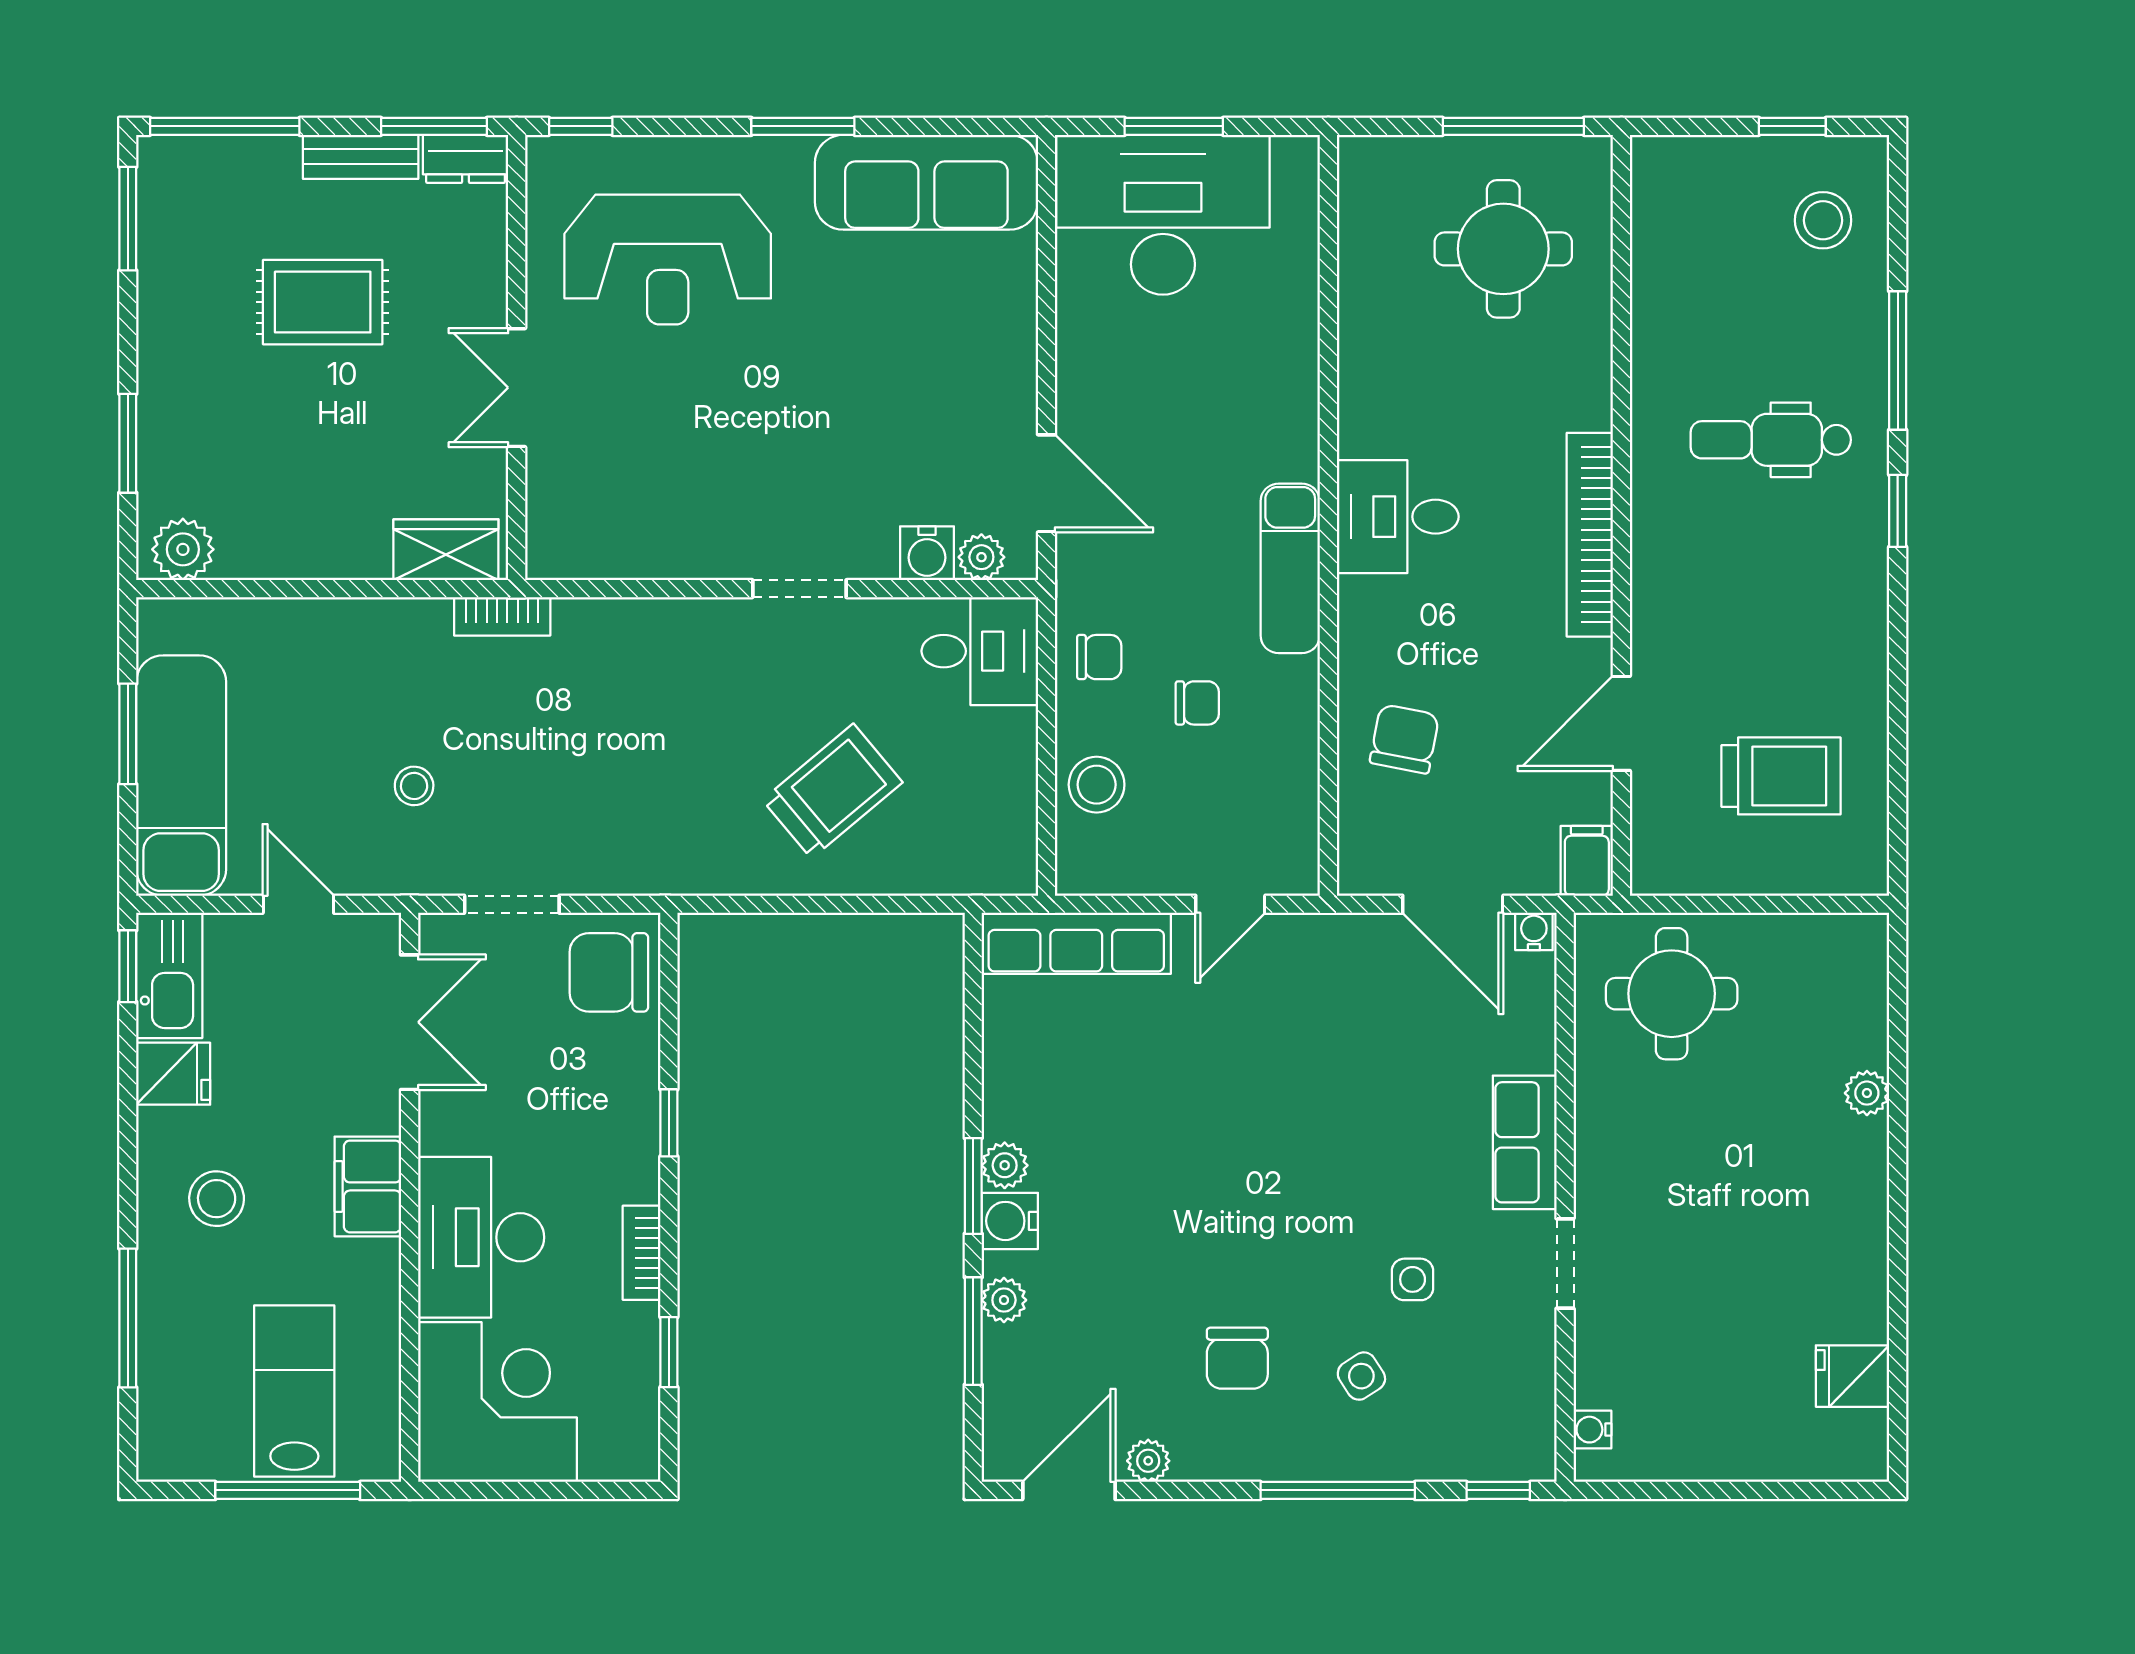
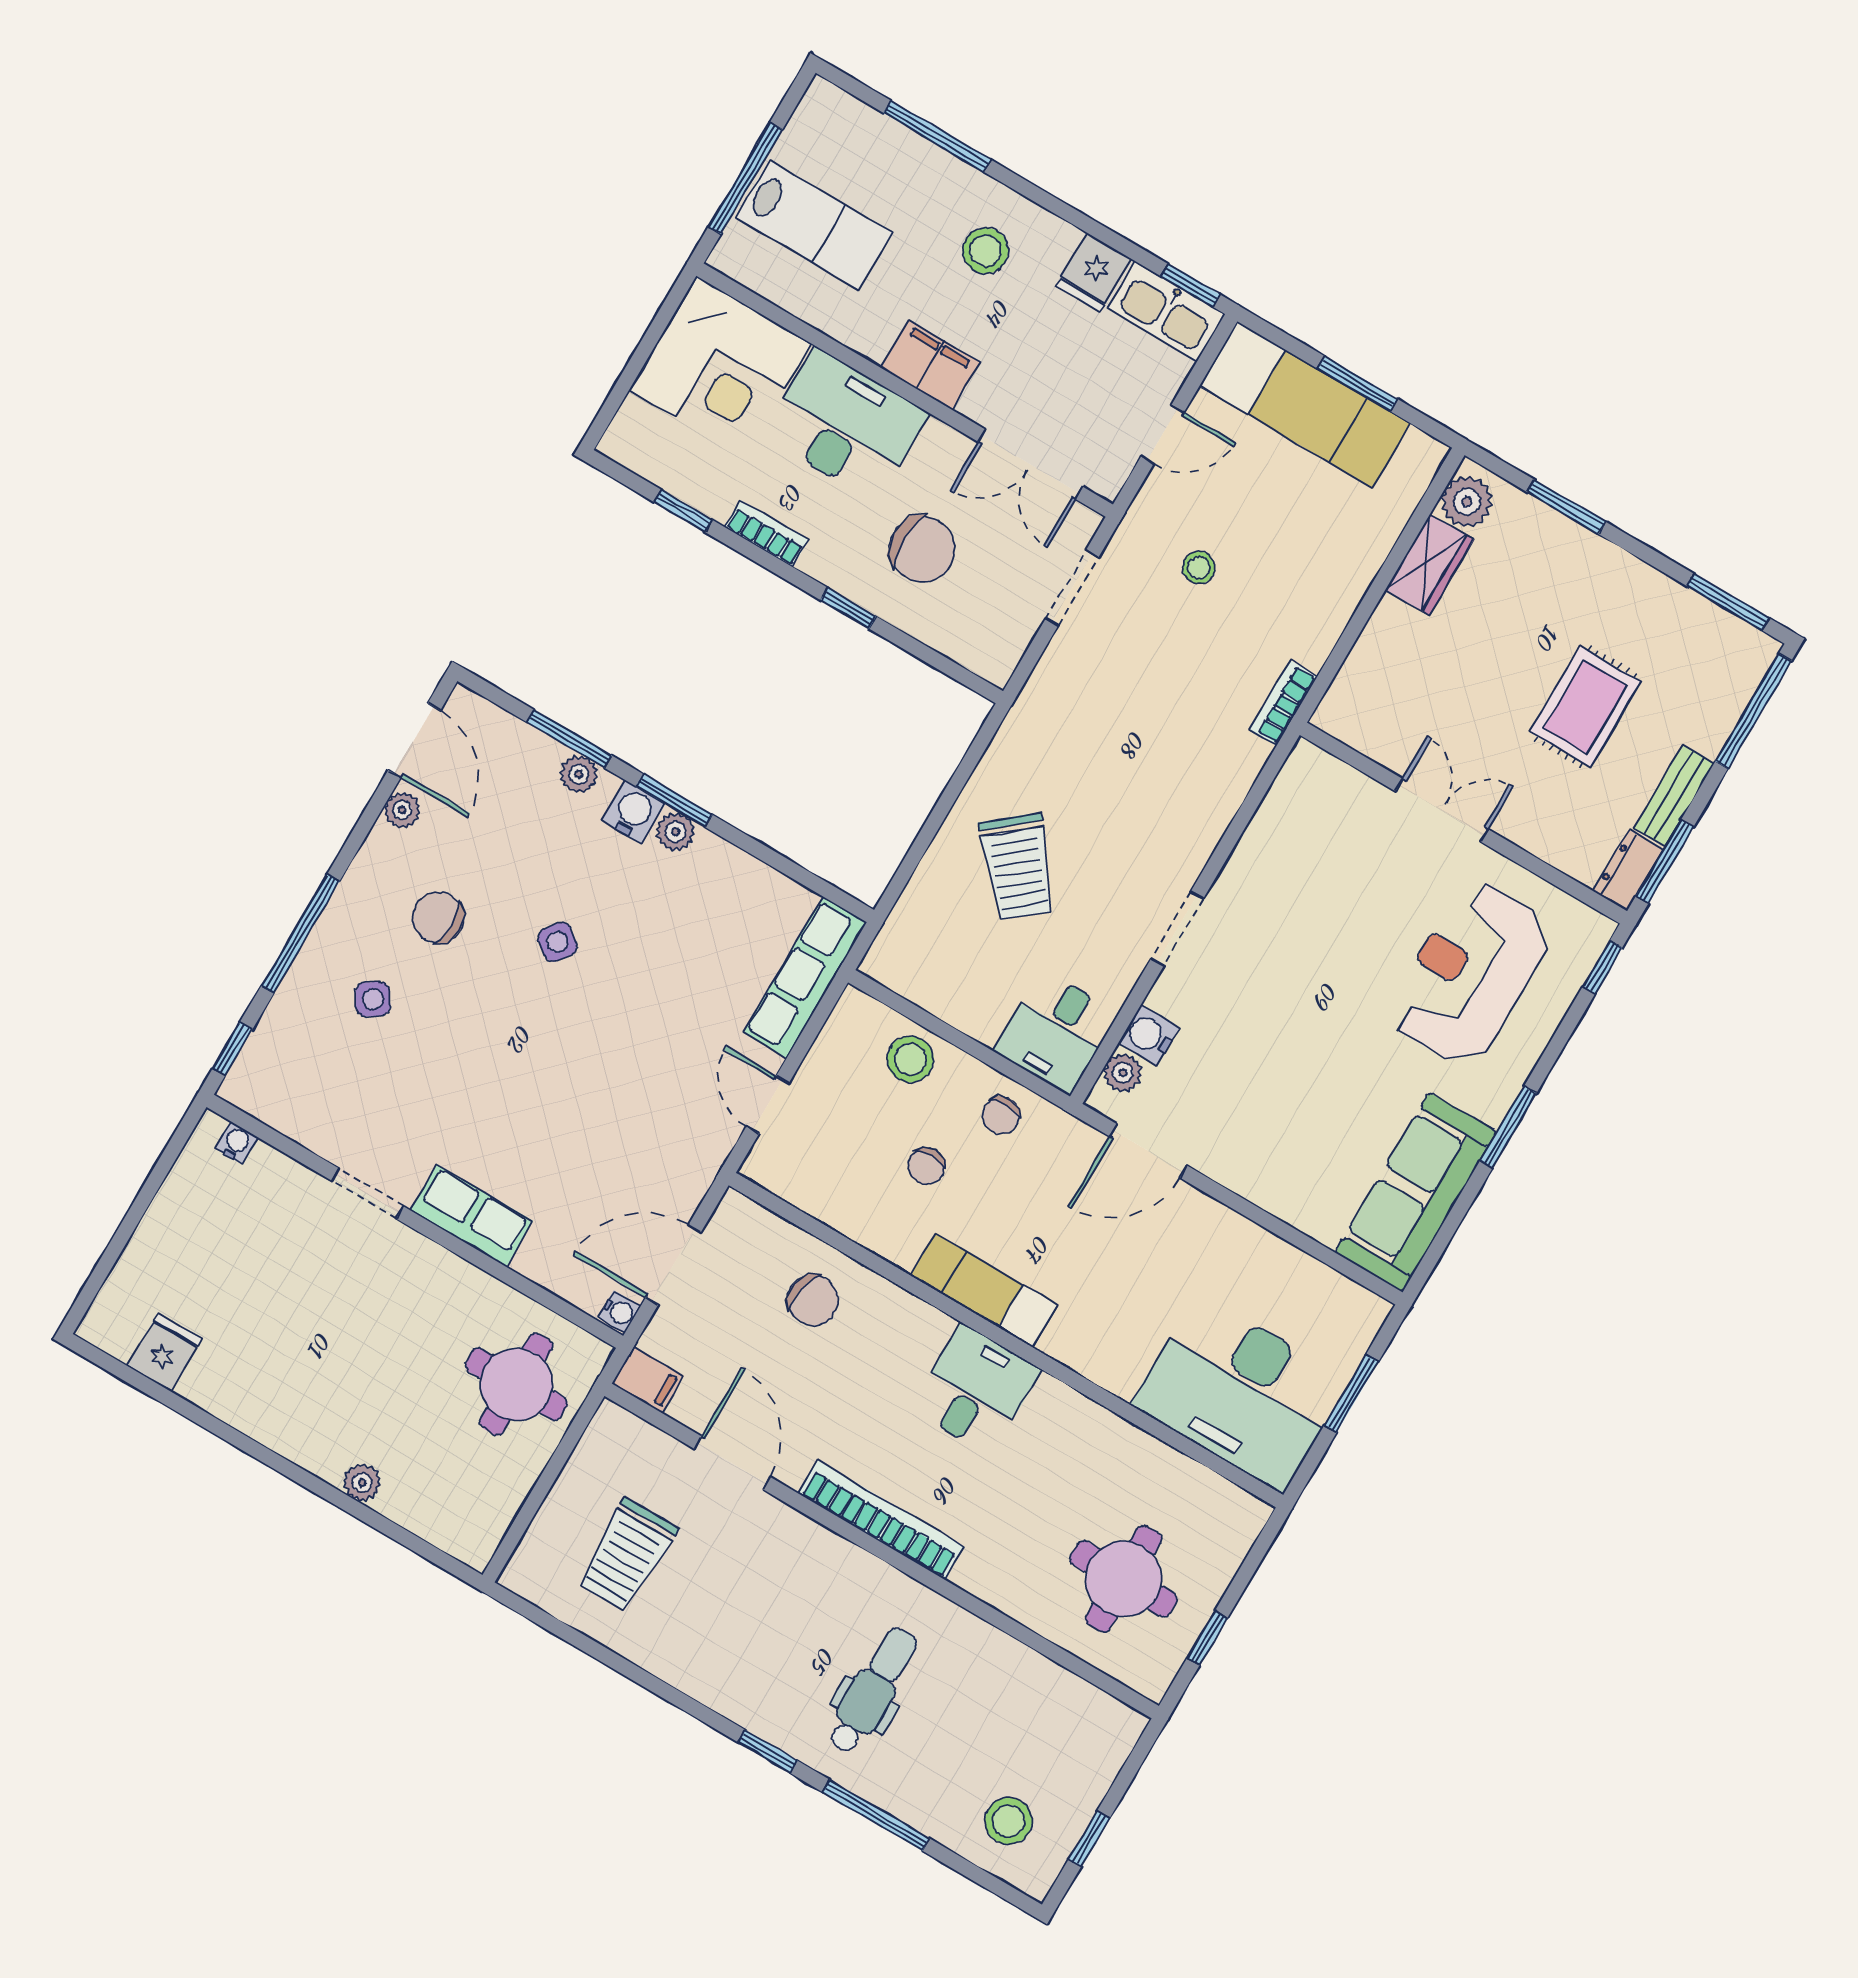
window: (1513, 126) -> (1207, 1638), width x0.46
desk: (1163, 215) -> (1240, 1393), moved, turned 90
wardrobe: (446, 550) -> (1429, 565), moved
chair: (609, 972) -> (922, 549), moved, turned 90
side table: (1413, 1279) -> (557, 942), moved, turned 37

